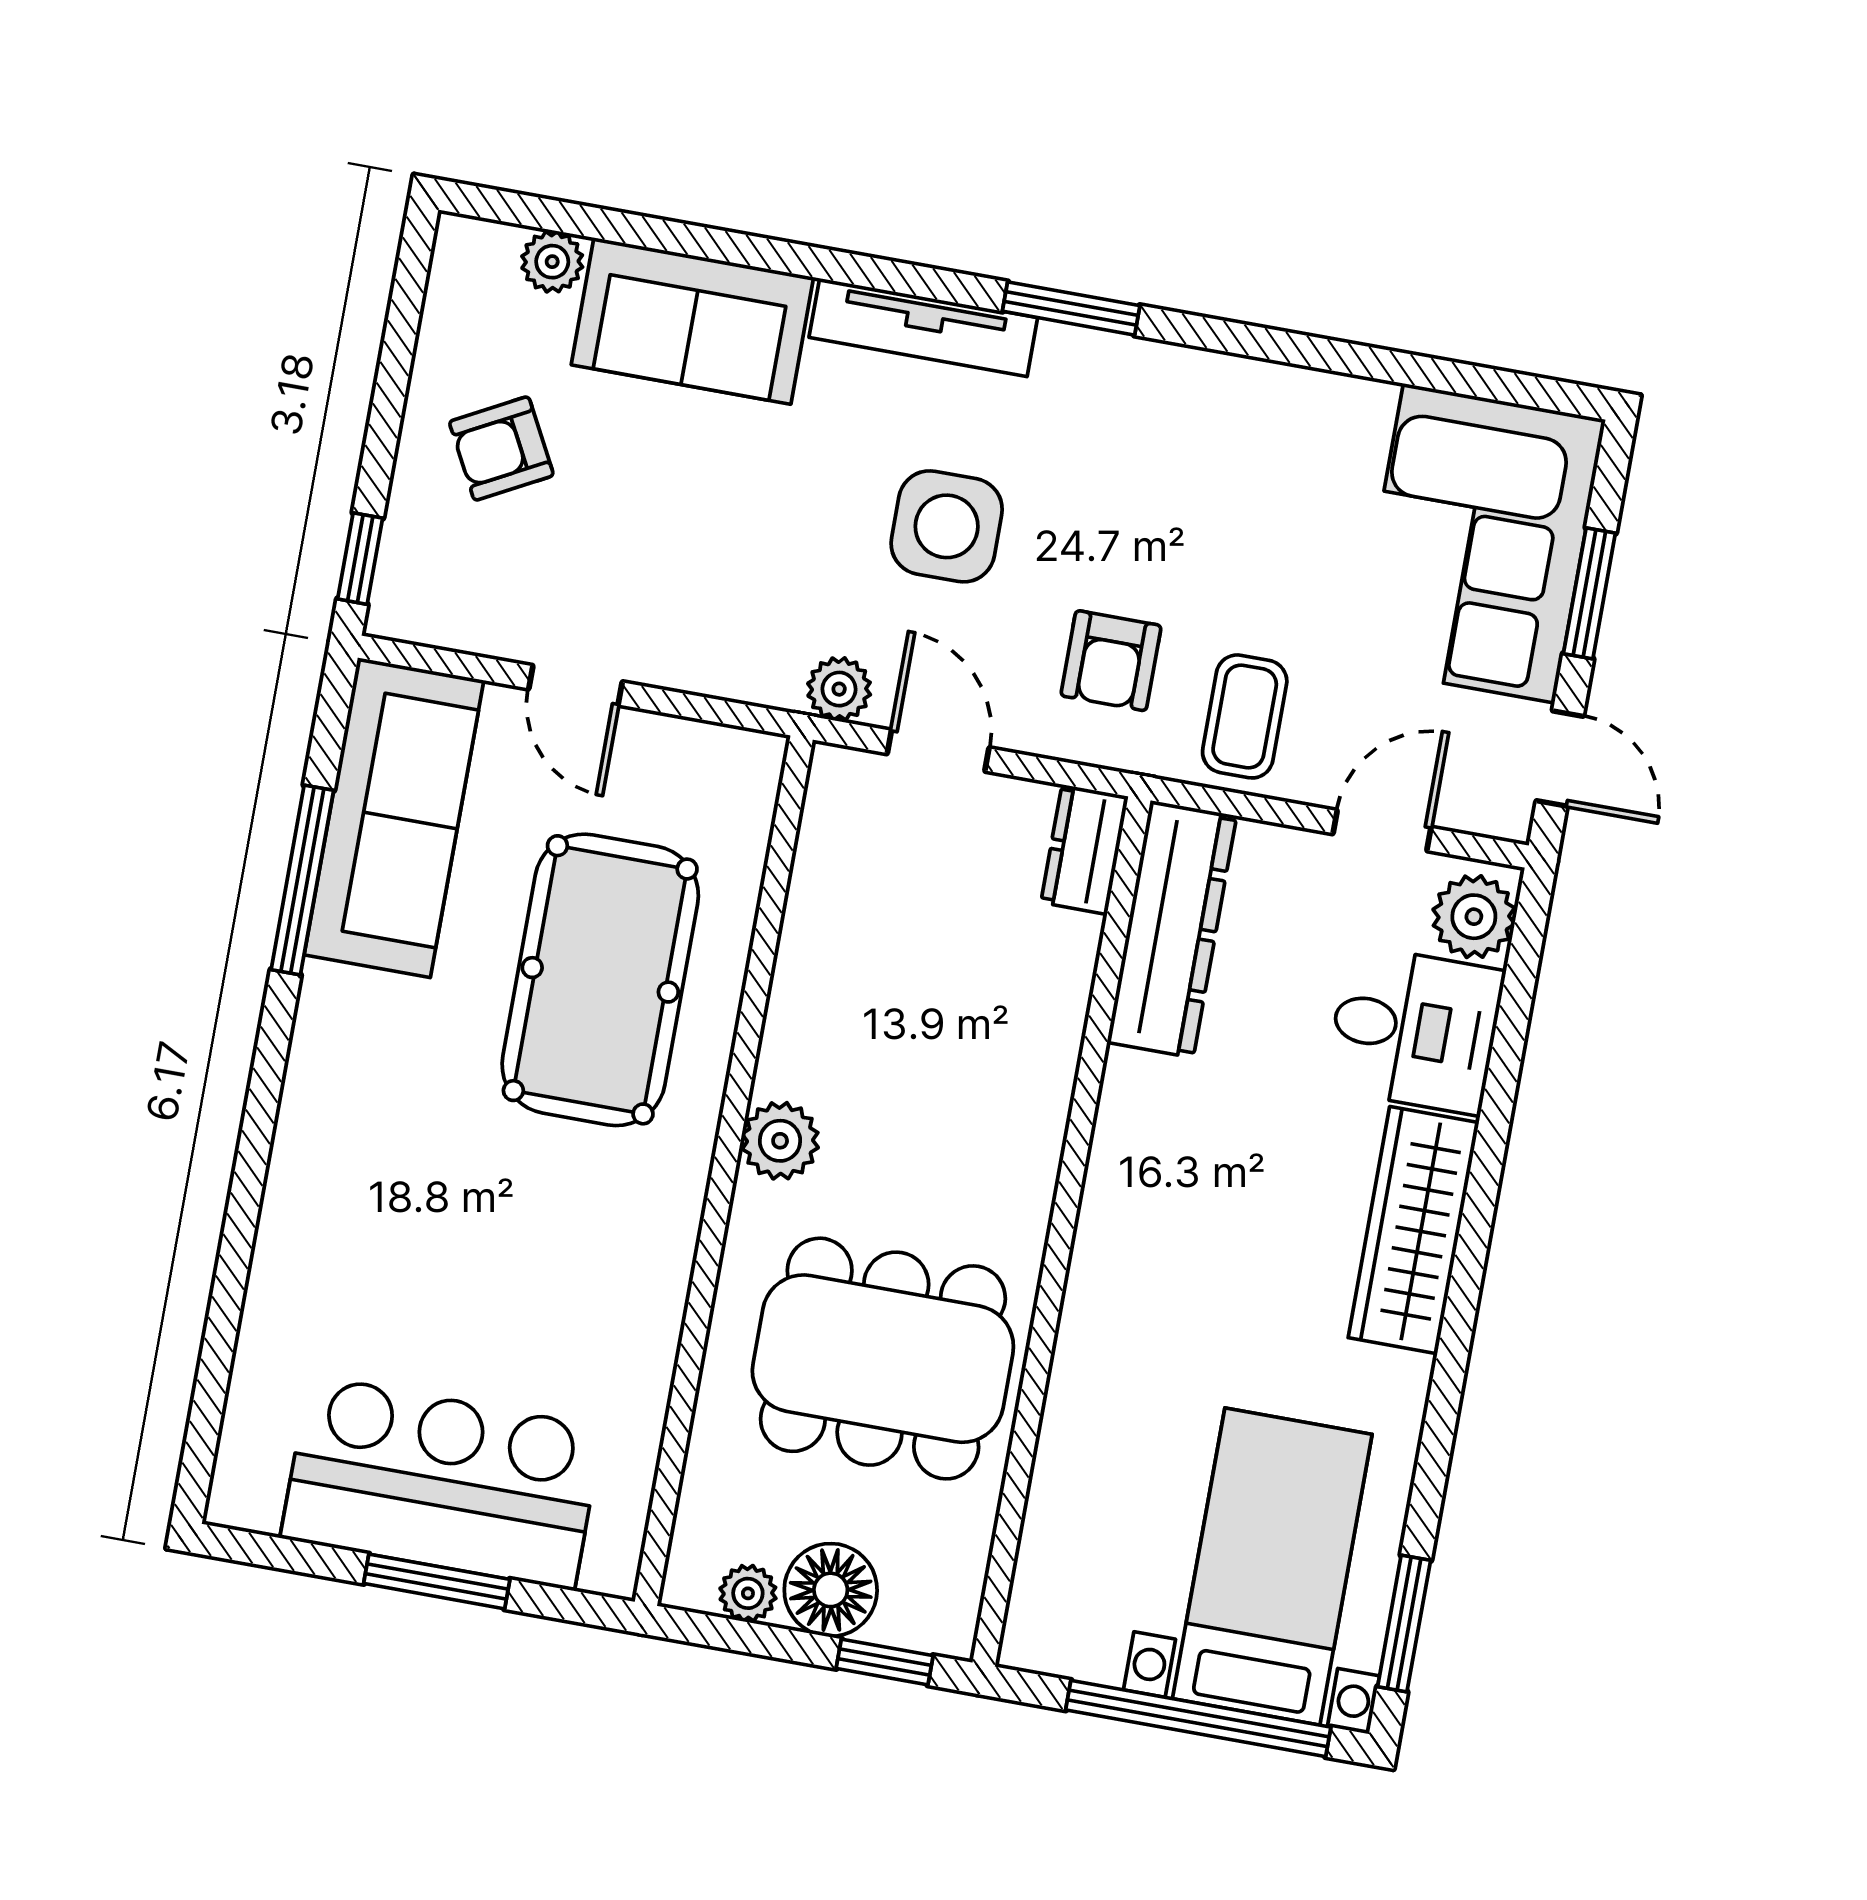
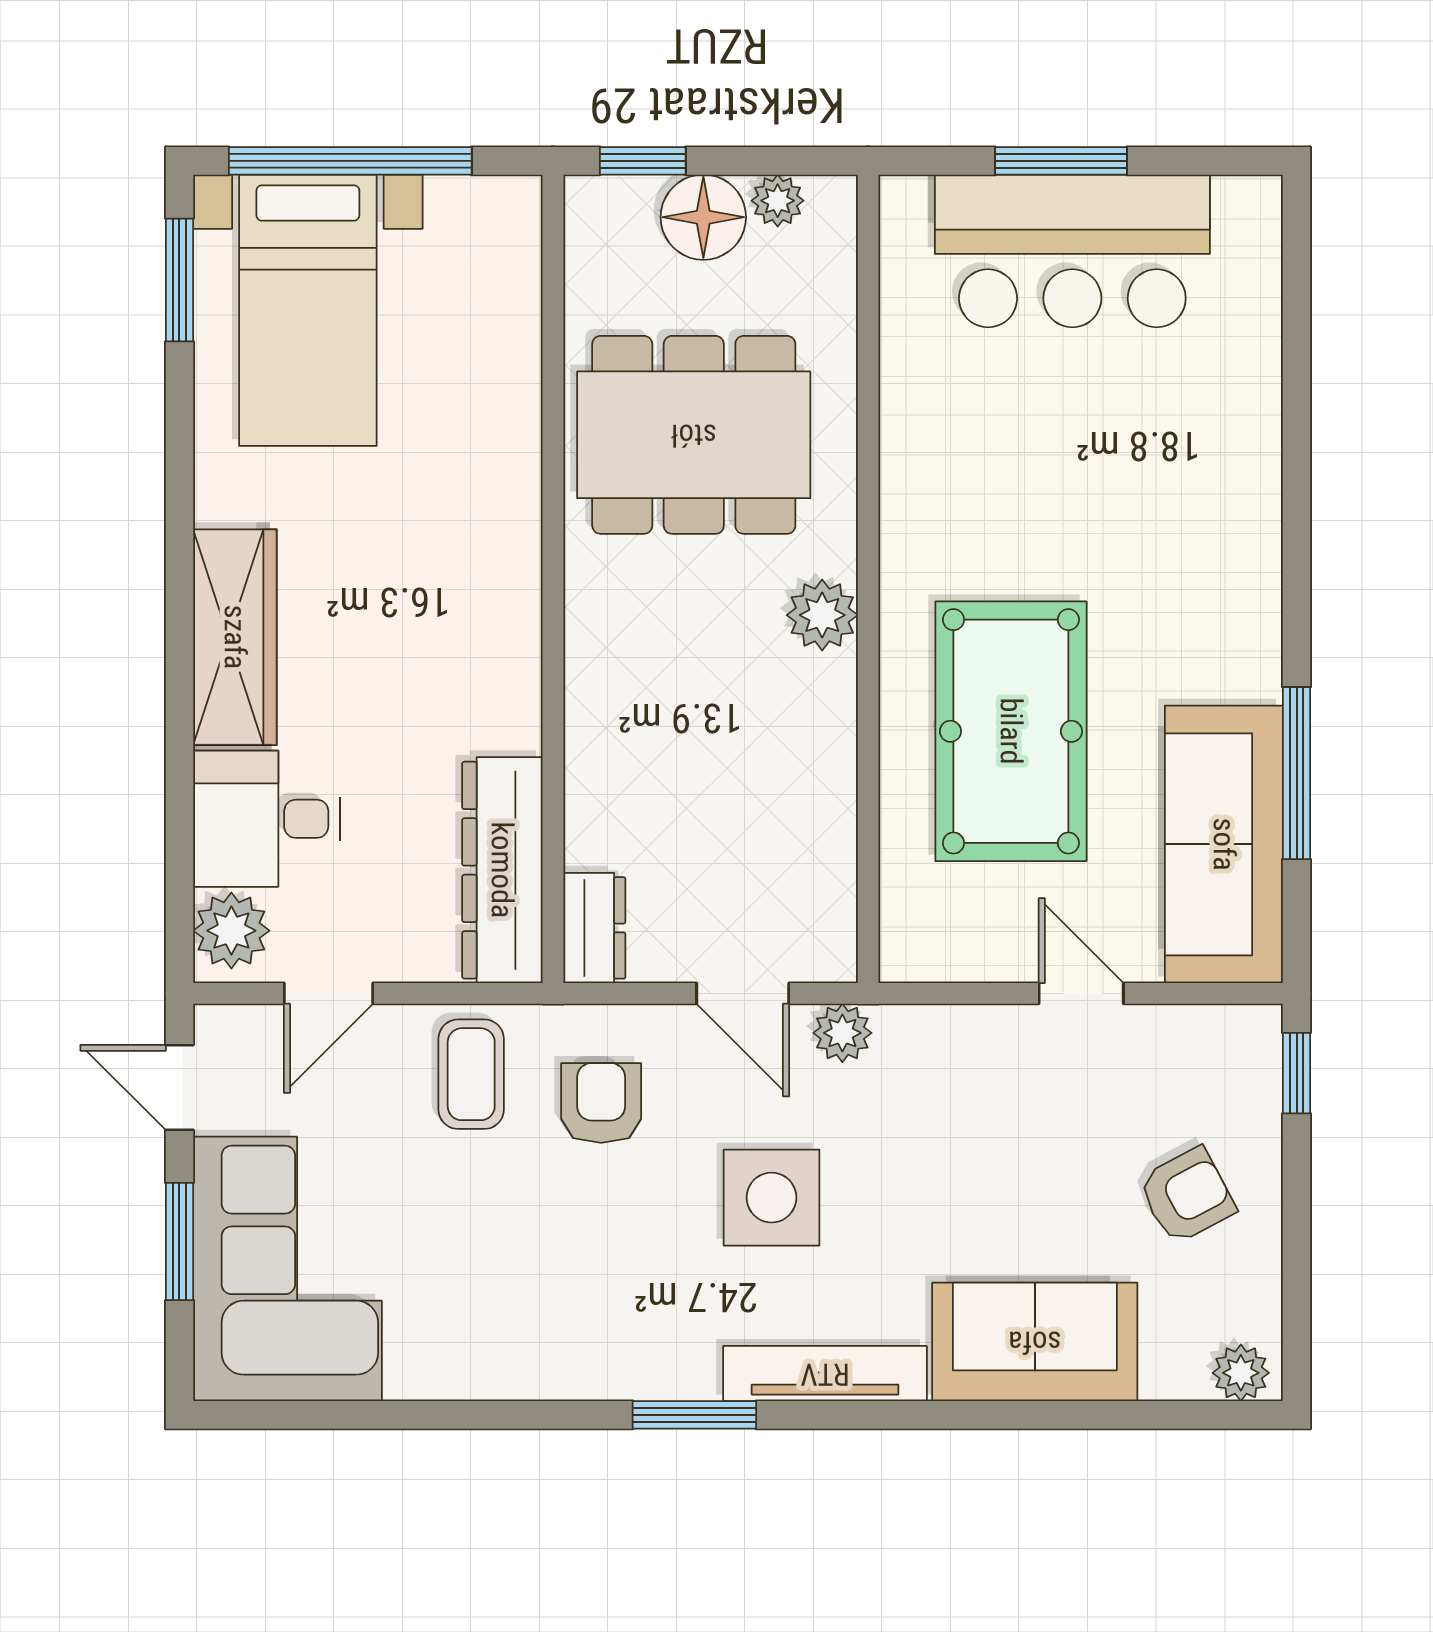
plant: (552, 262) -> (1241, 1373), moved

